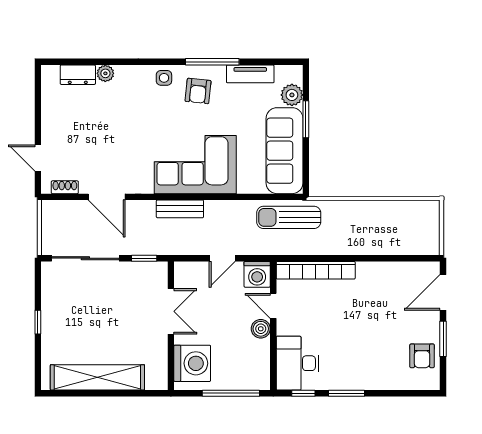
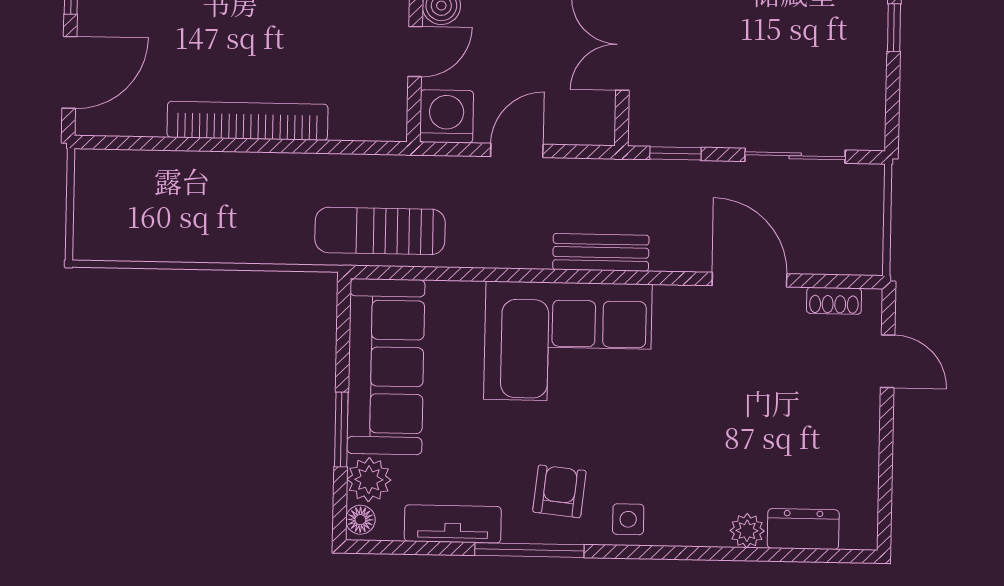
floor lamp: (296, 75) -> (360, 520), added
sun lounger: (289, 217) -> (380, 231), turned 180
sliding door: (85, 258) -> (795, 156), width x0.73
bookcase: (316, 270) -> (247, 121), moved
door: (273, 306) -> (415, 52), hinge flipped

